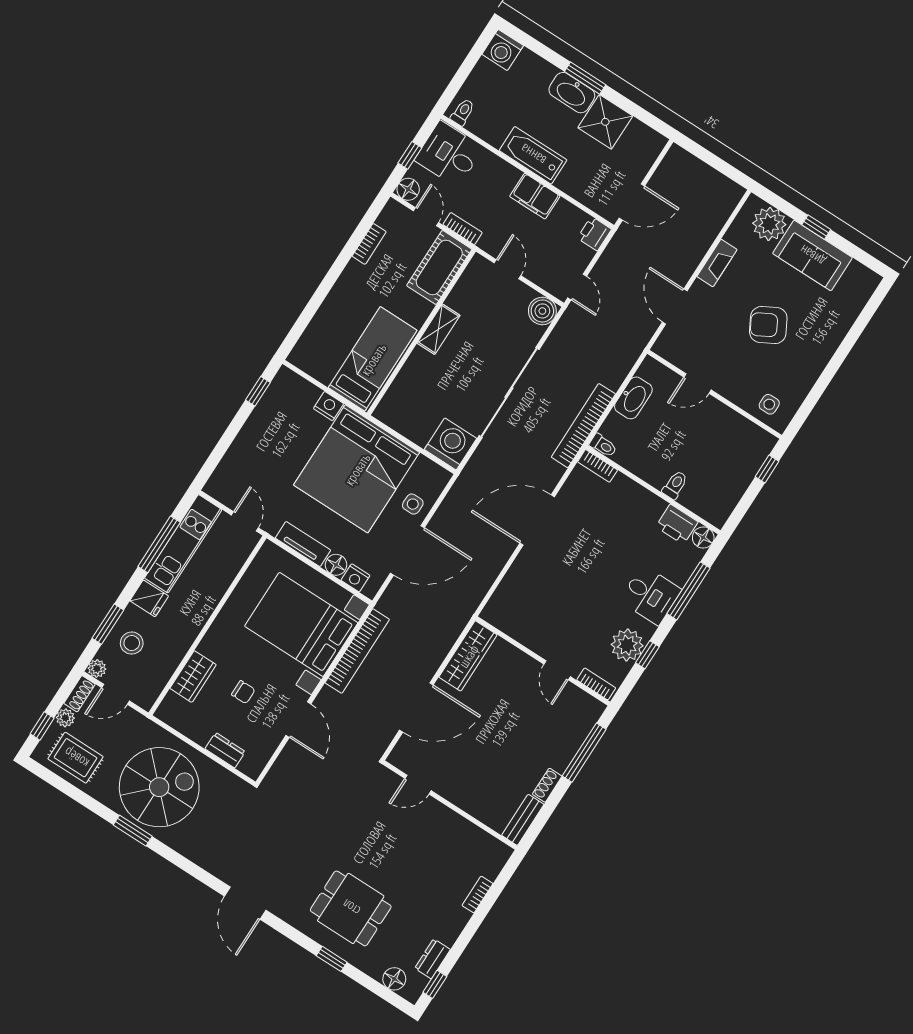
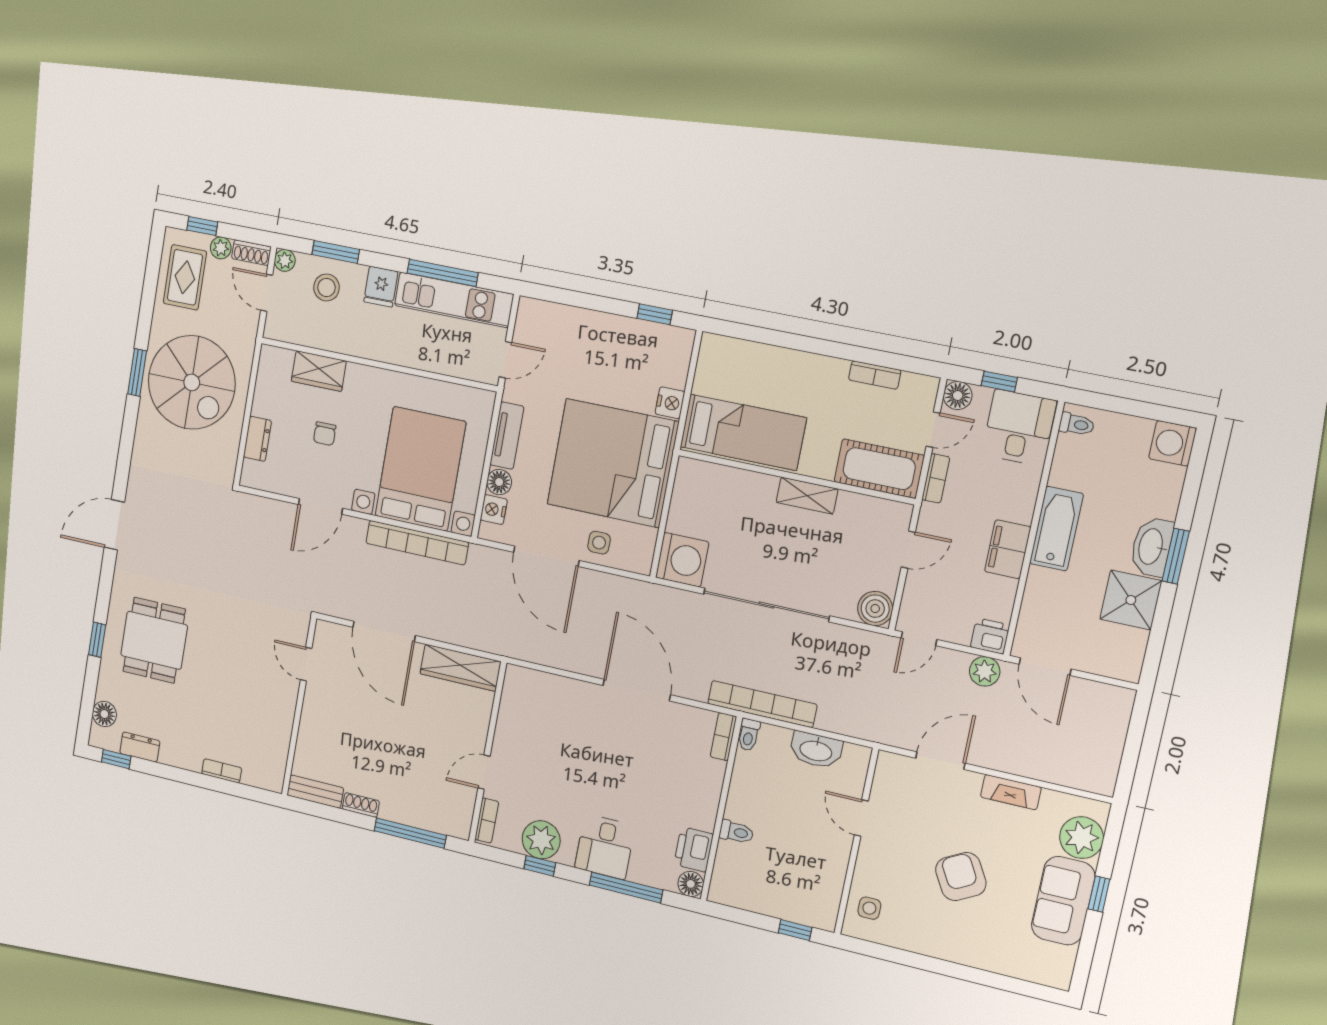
plant: (619, 248) -> (985, 671), added

